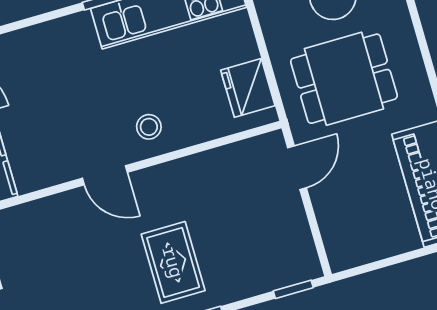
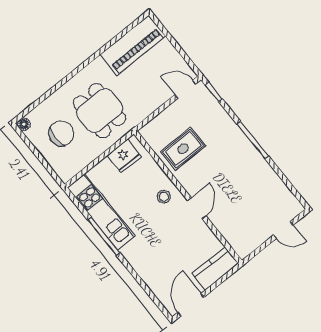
door: (297, 168) -> (185, 89), moved
rug: (173, 262) -> (183, 149), moved

